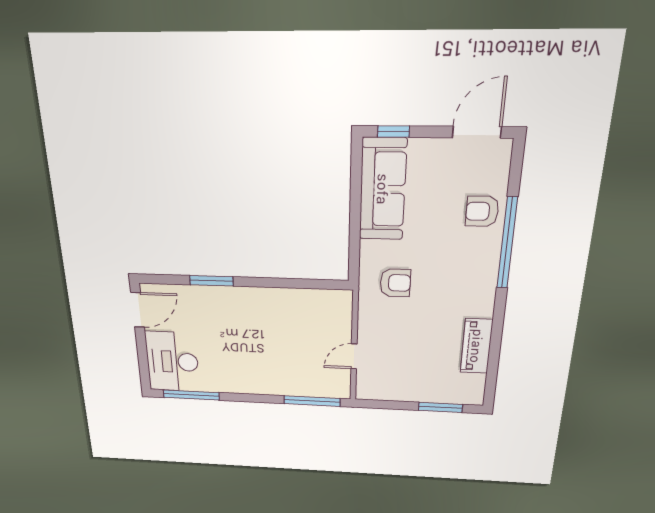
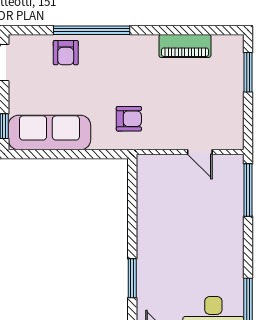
armchair: (395, 283) -> (129, 119), turned 90

